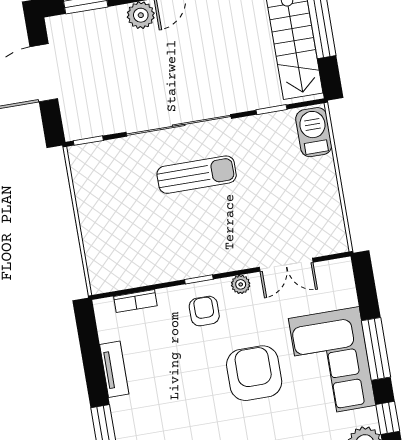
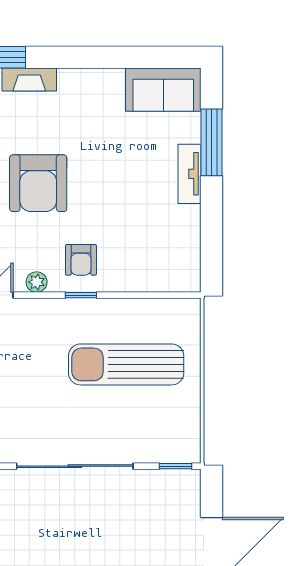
sun lounger: (197, 175) -> (126, 364), moved, width x1.36, depth x1.34
bookcase: (135, 301) -> (154, 283), removed
tv unit: (114, 369) -> (189, 174), moved

